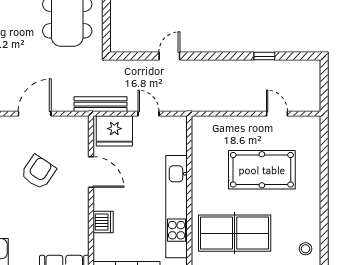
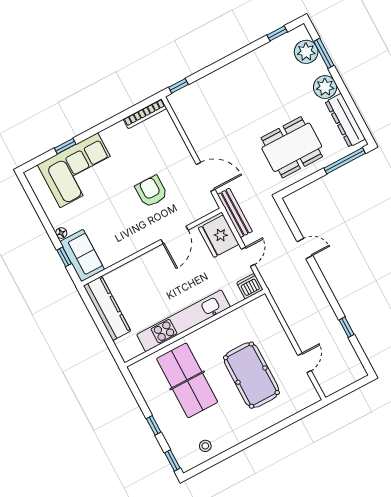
door: (35, 114) -> (206, 177), moved
armchair: (38, 172) -> (151, 191), turned -124
dishwasher: (103, 222) -> (250, 286), moved, turned 180

